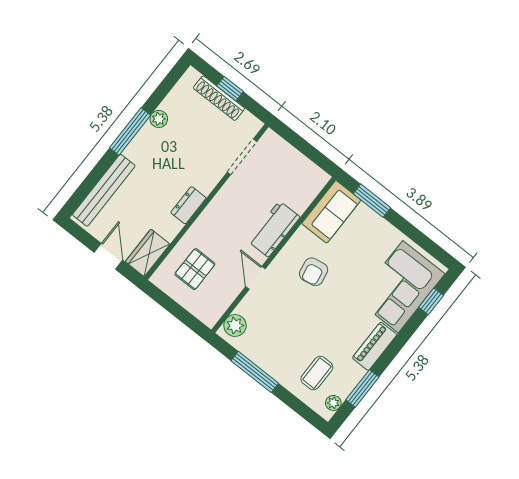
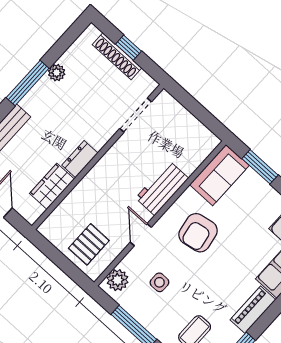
wardrobe: (148, 253) -> (52, 186), moved
pallet: (195, 269) -> (89, 244), moved
armchair: (314, 272) -> (198, 233), width x1.38, depth x1.38
side table: (278, 325) -> (159, 282), added

